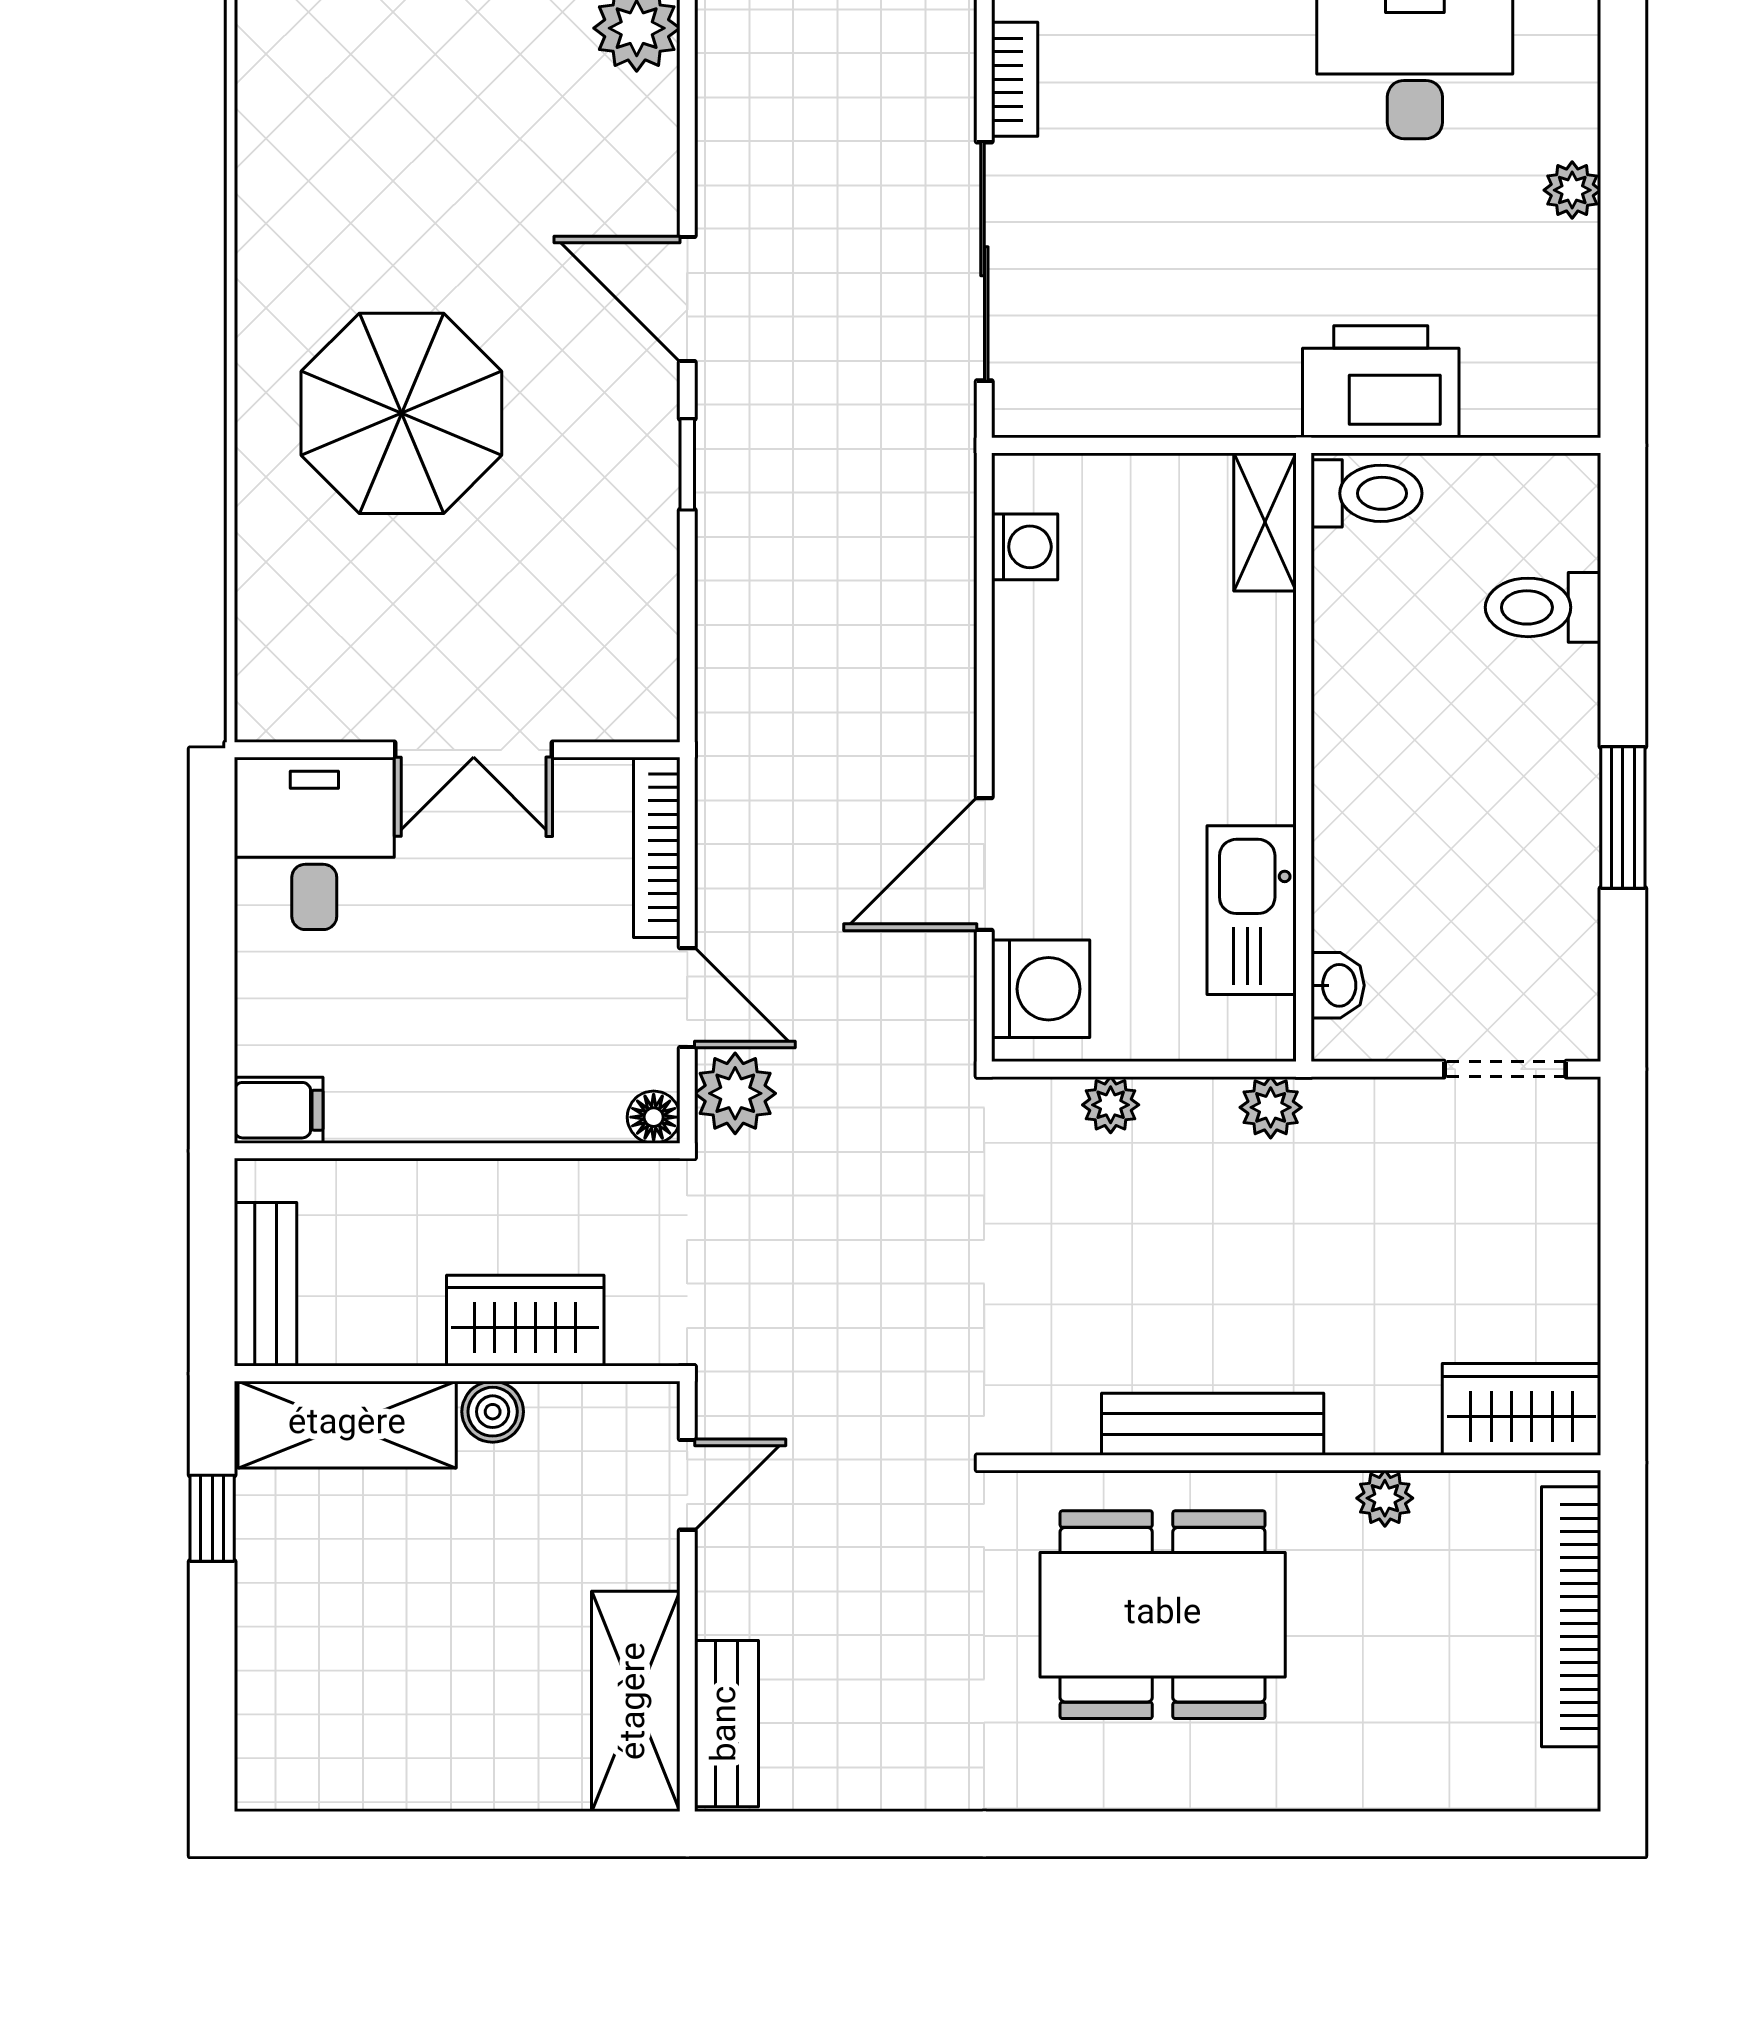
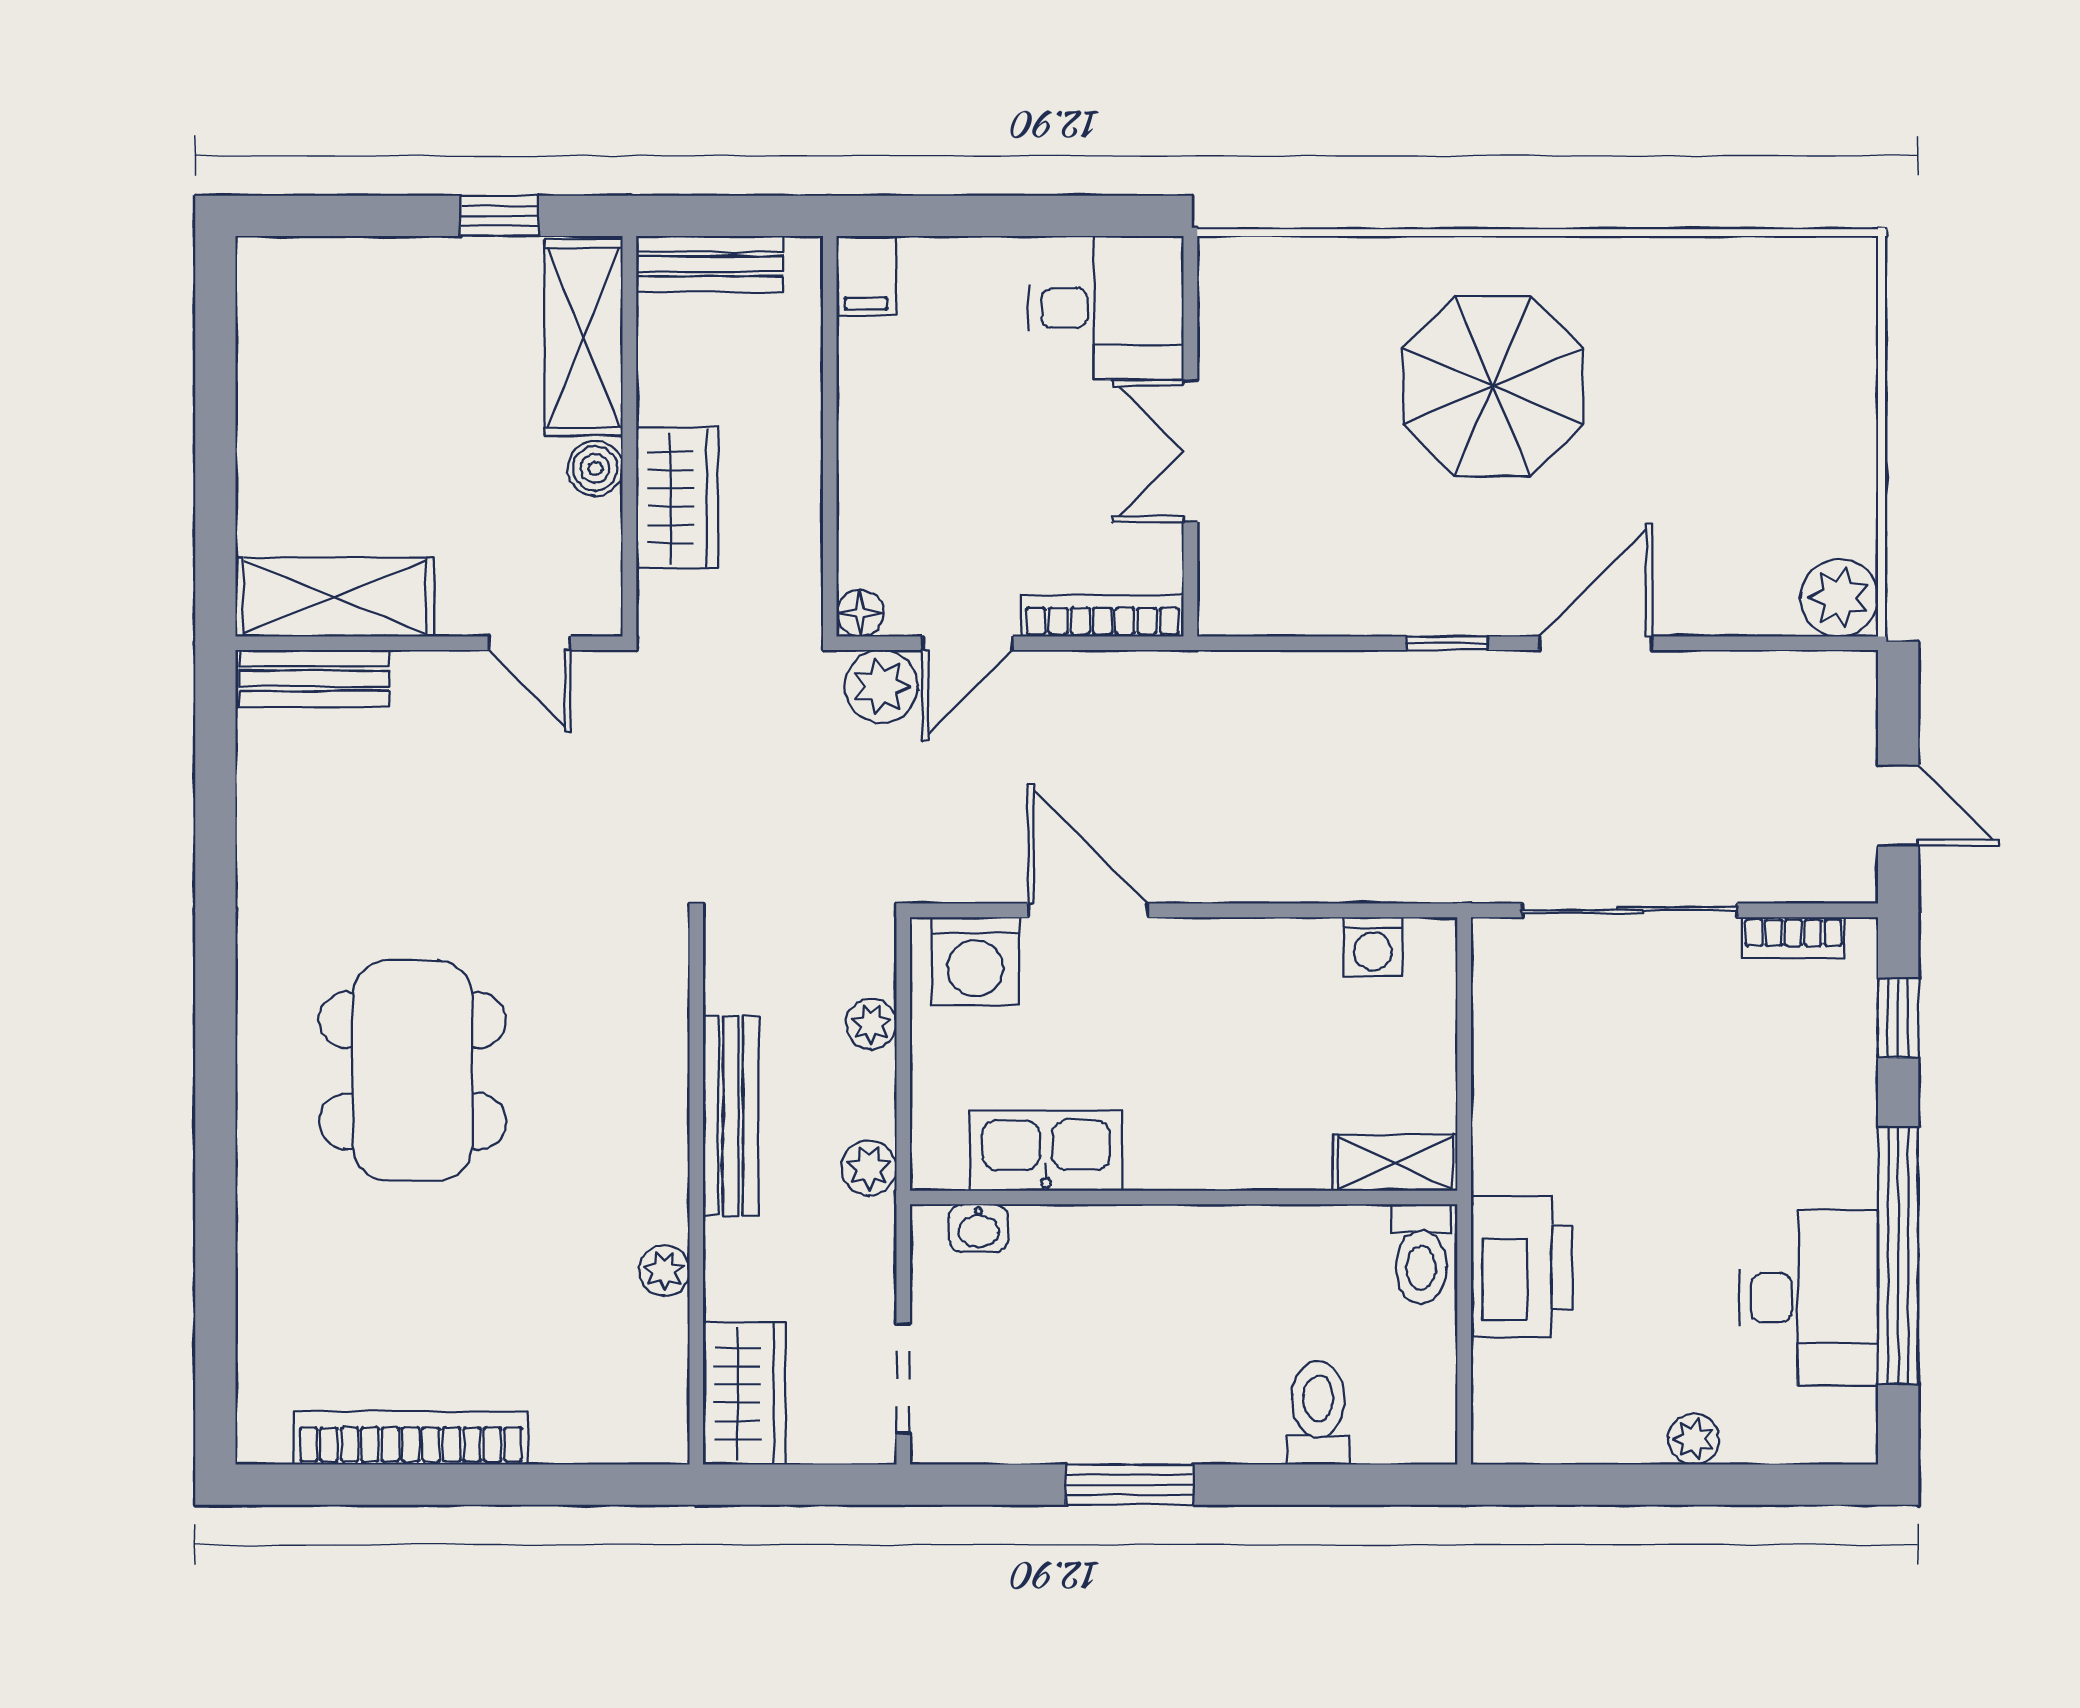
wardrobe: (1522, 1409) -> (744, 1394), moved
bench: (1213, 1424) -> (731, 1116), moved
wall: (1296, 1463) -> (696, 1191), moved
plant: (1385, 1498) -> (664, 1271), moved

